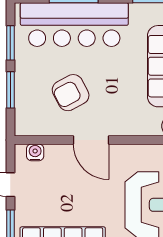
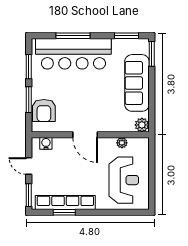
armchair: (71, 93) -> (44, 110), moved, turned -62
plant: (143, 152) -> (122, 143), added

